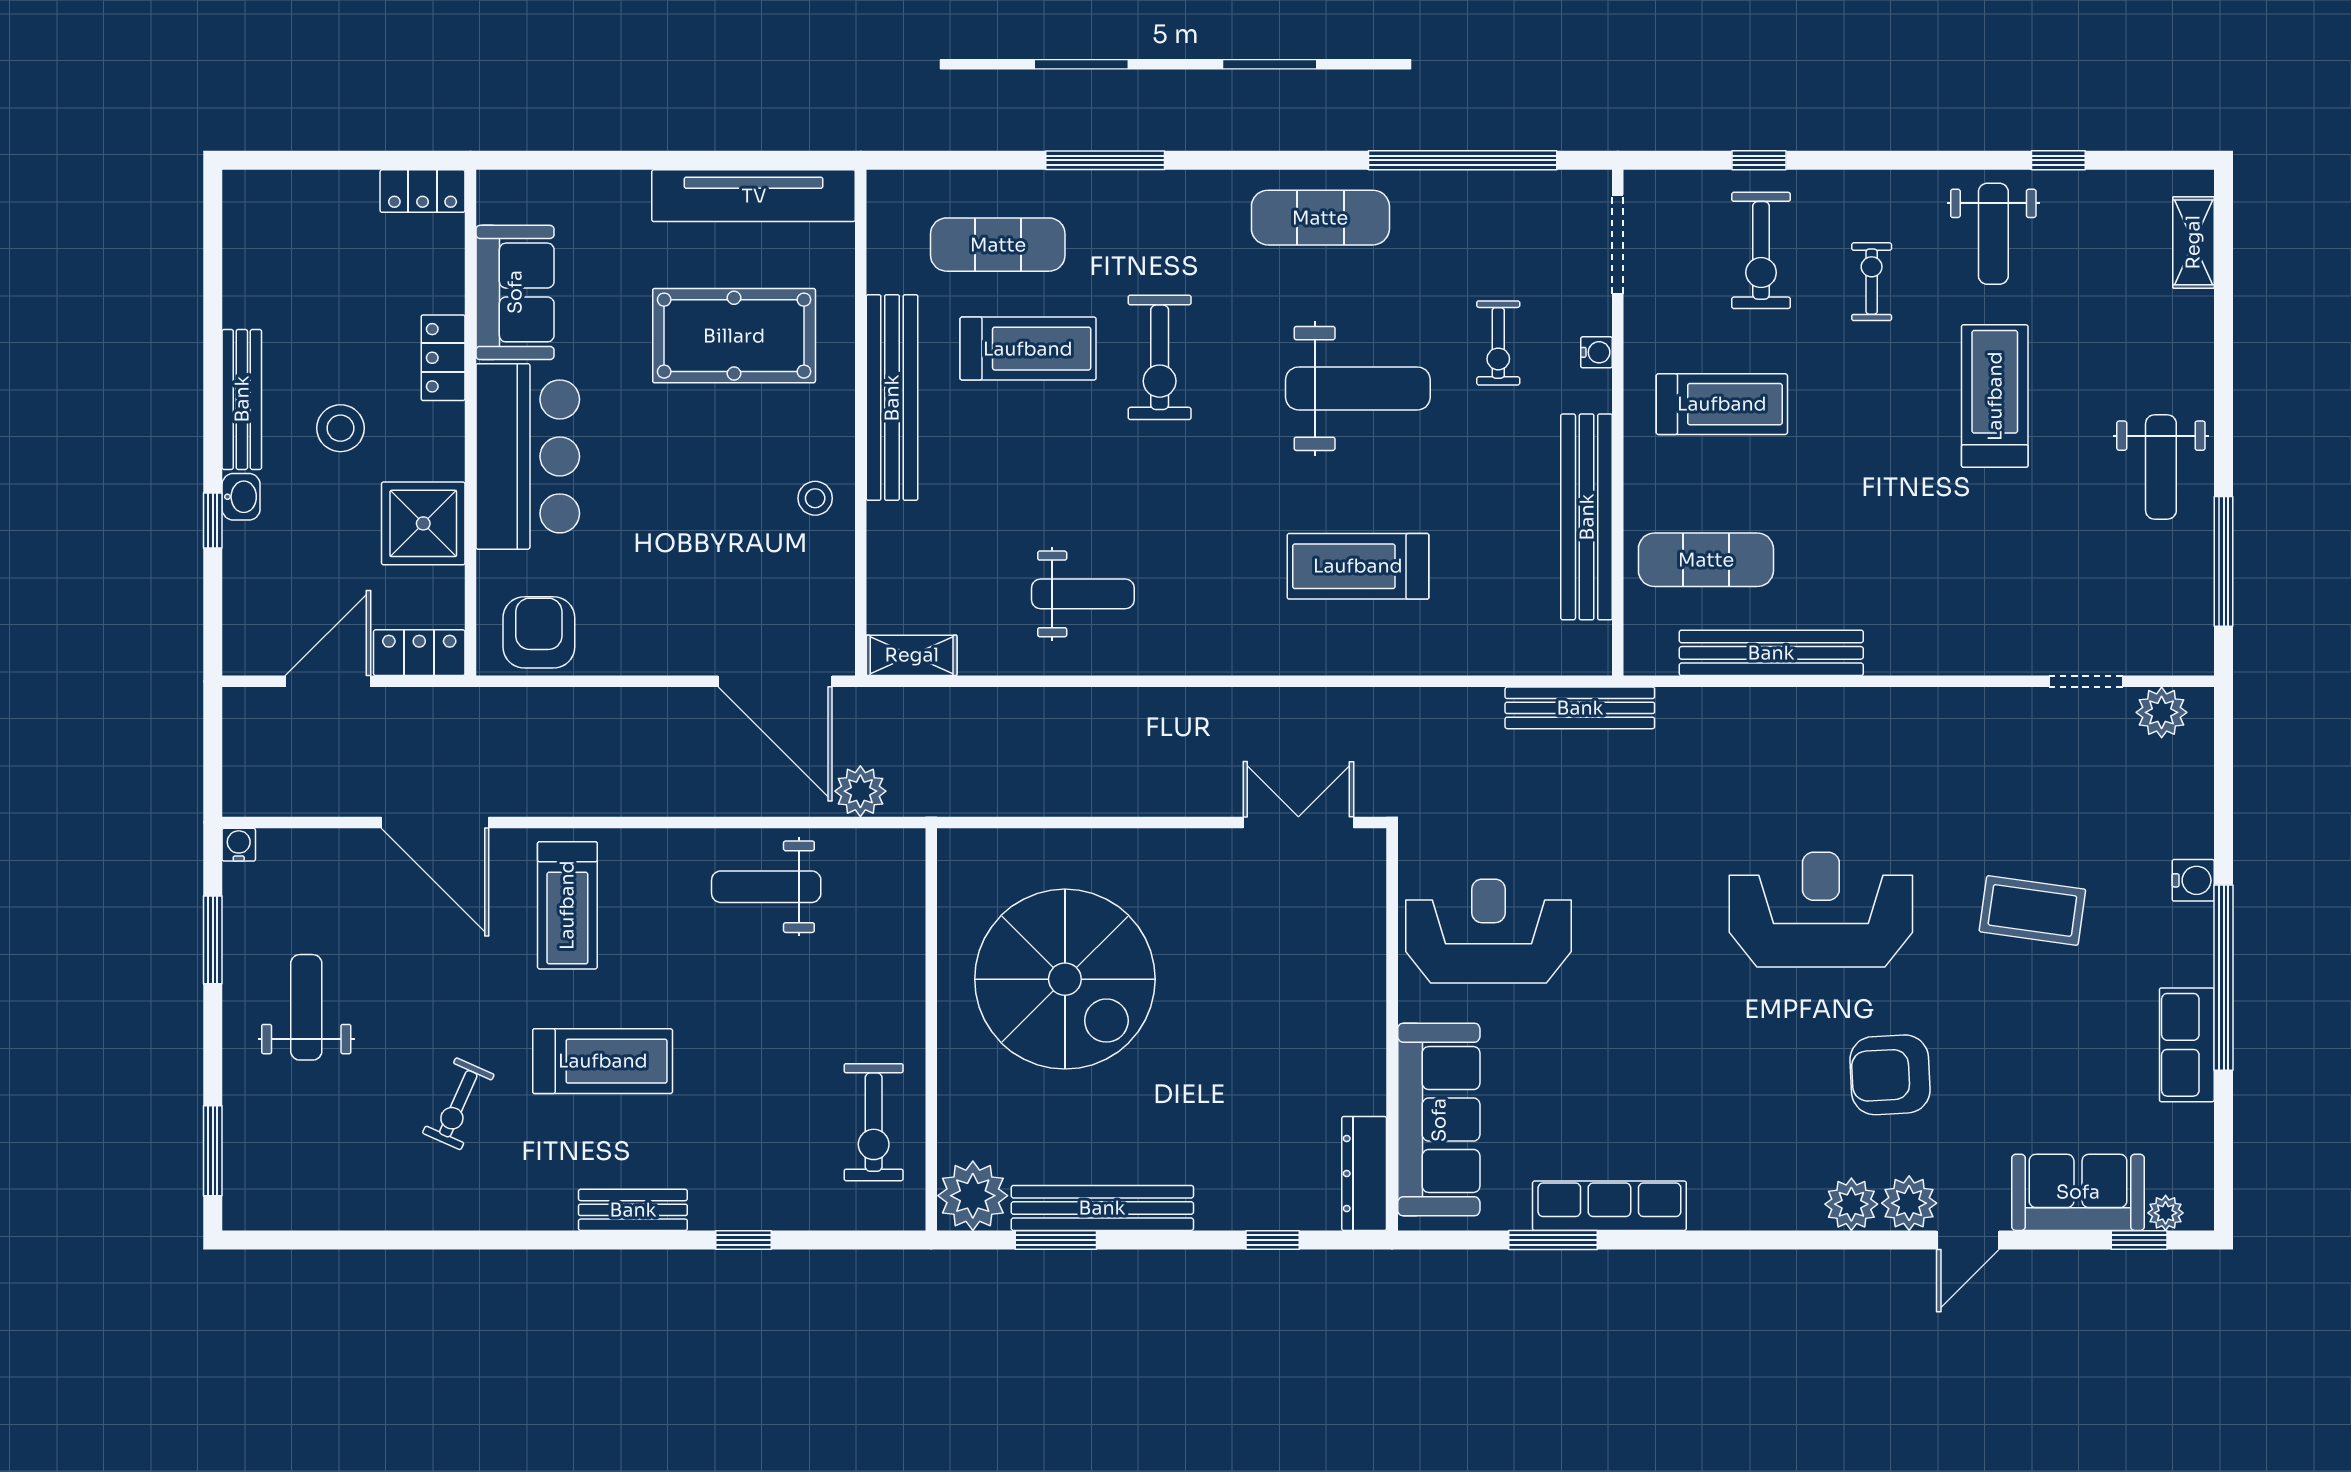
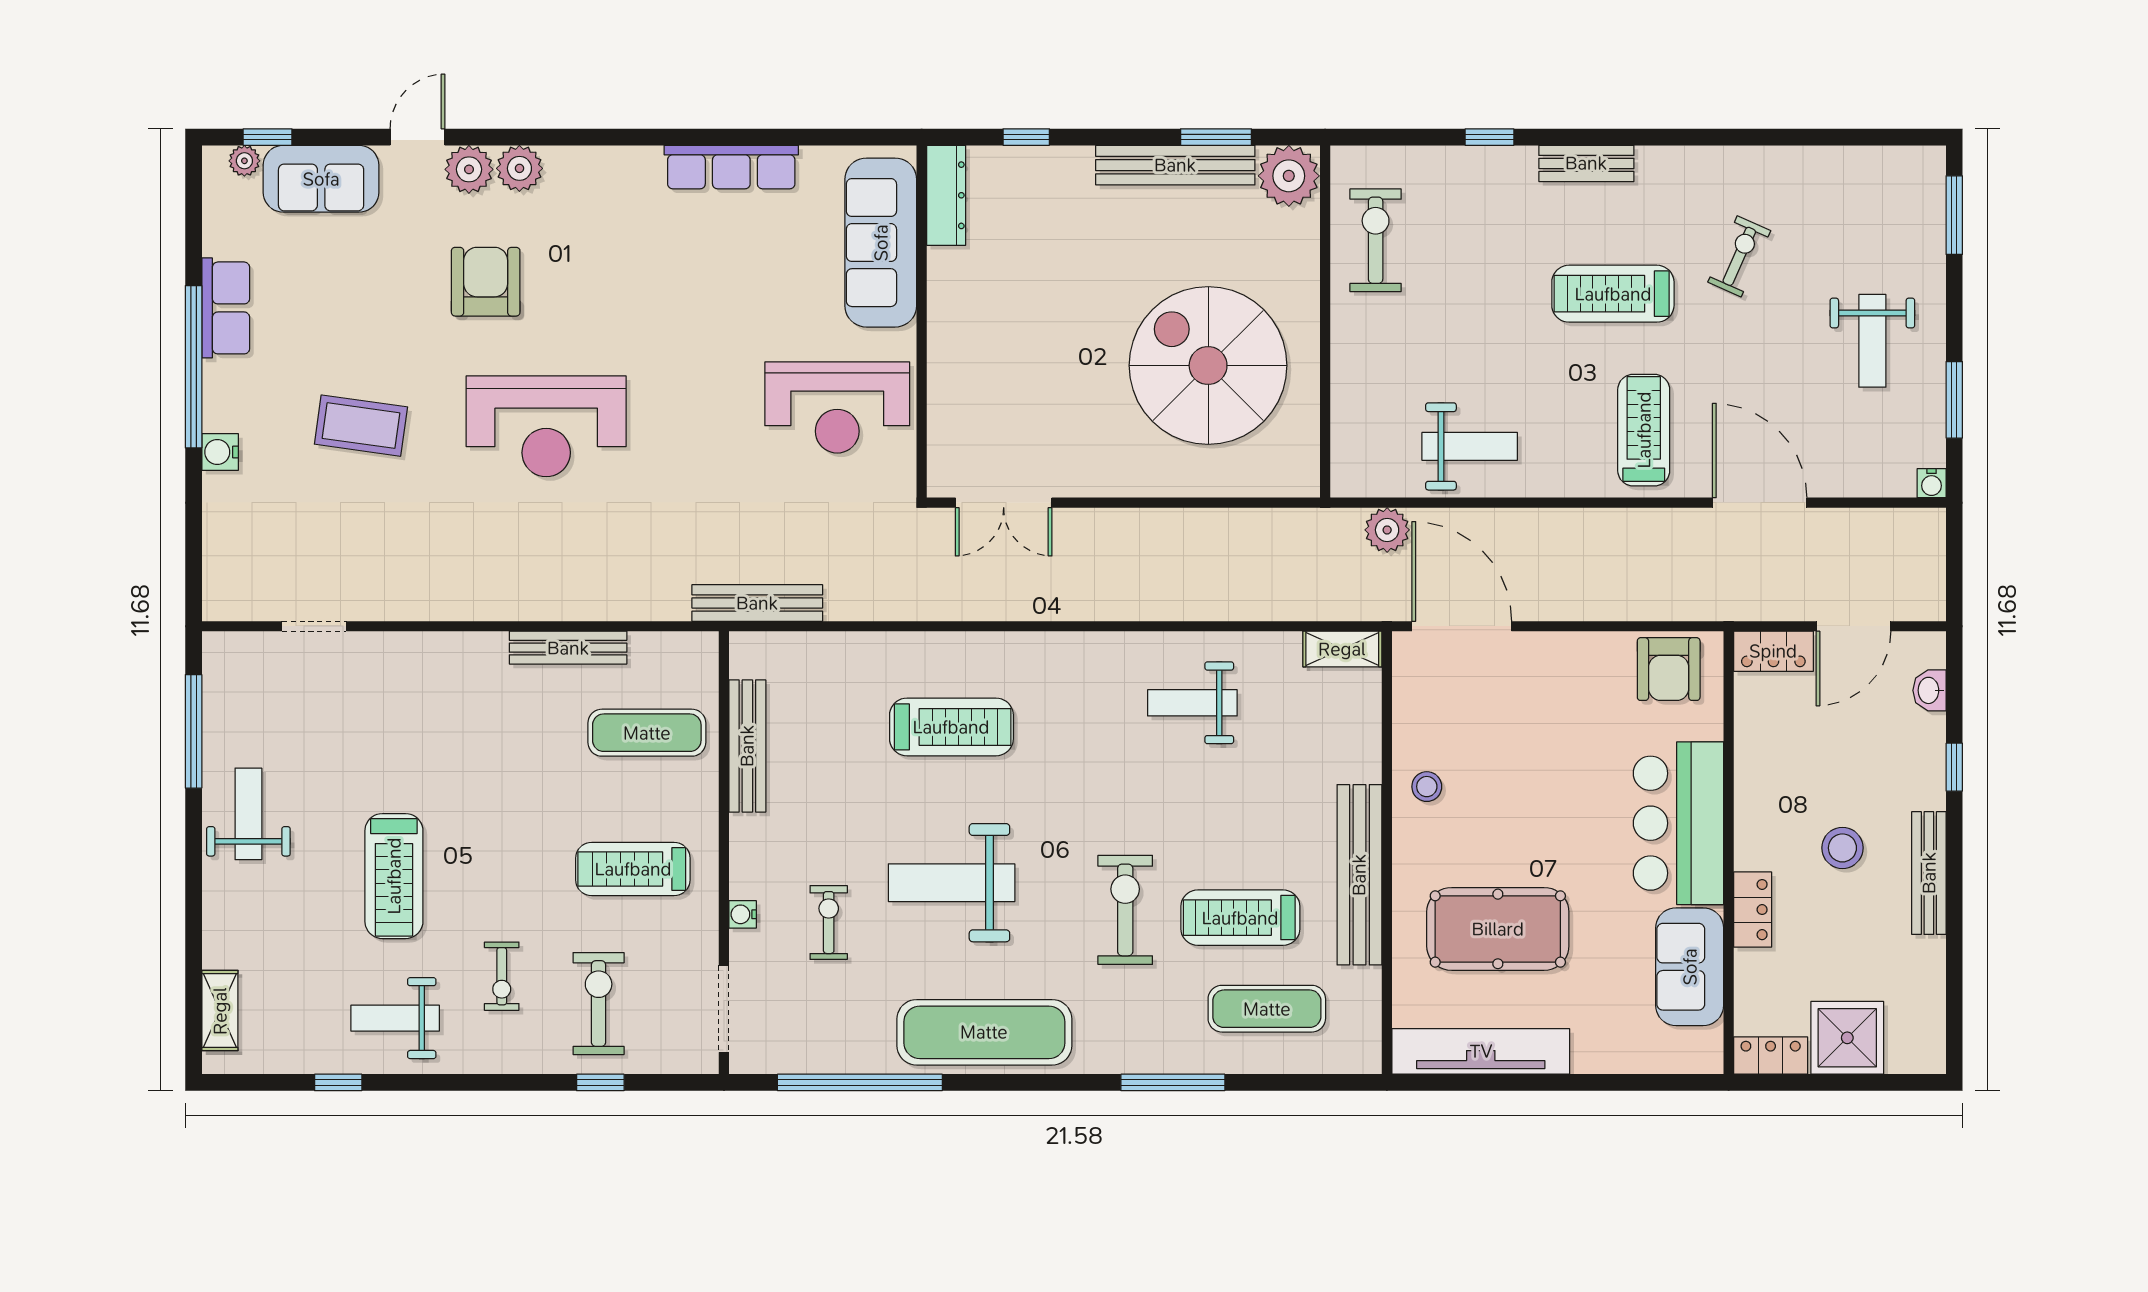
exercise mat: (1320, 218) -> (984, 1032), width x1.36, depth x1.45
weight bench: (1993, 234) -> (395, 1018), turned -90
washbasin: (241, 497) -> (1929, 690), moved
bench: (1587, 517) -> (747, 746), width x0.73, depth x0.82
shower: (423, 523) -> (1847, 1038), moved
bench: (1771, 653) -> (568, 648), width x0.73, depth x0.82
plant: (2162, 712) -> (248, 599), removed
armchair: (1890, 1075) -> (486, 282), turned -87
window: (1553, 1240) -> (781, 137), removed

